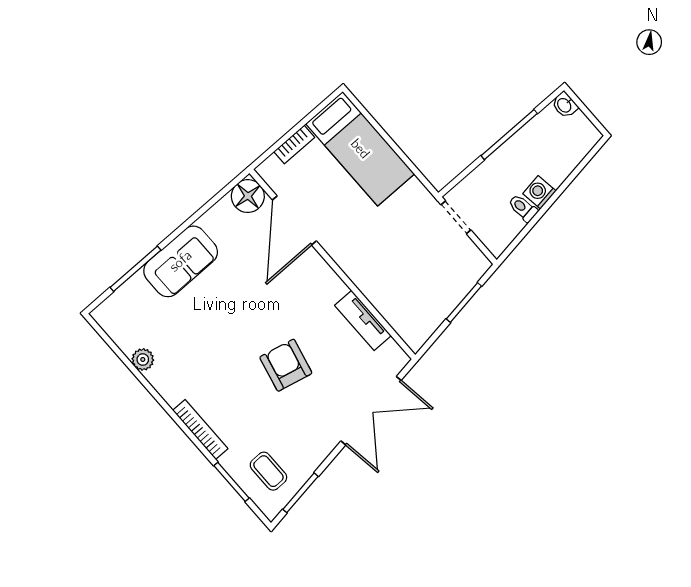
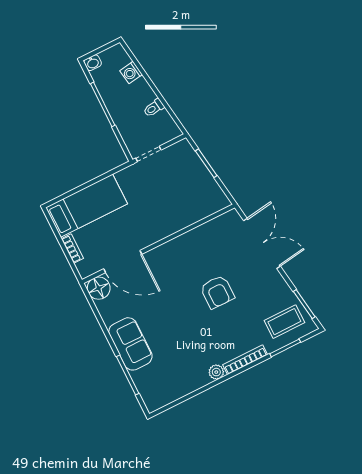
washing machine: (539, 192) -> (131, 73), moved
tv unit: (363, 320) -> (201, 233), removed
plant: (143, 359) -> (216, 372), moved
armchair: (286, 365) -> (217, 292), turned -103
coffee table: (268, 471) -> (284, 322), width x1.36, depth x1.30

